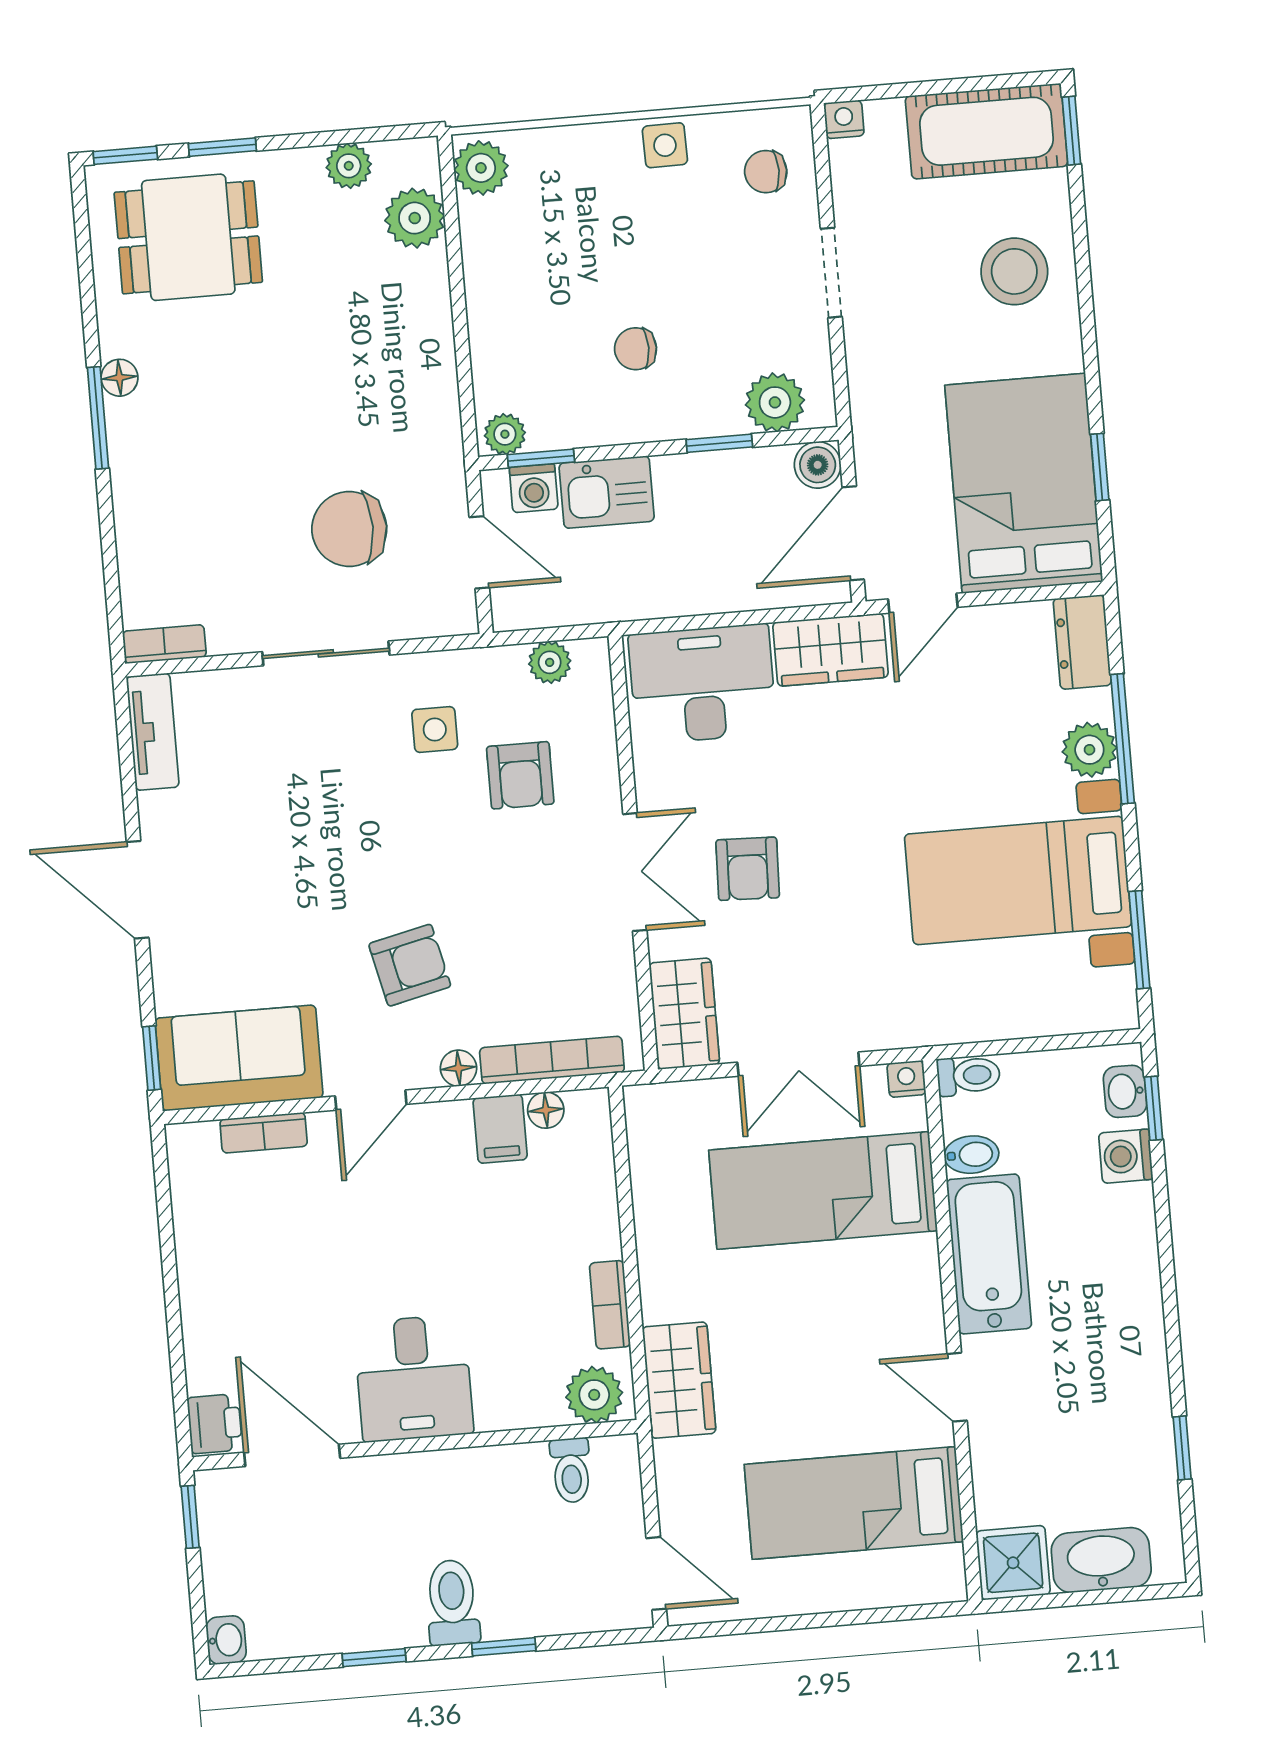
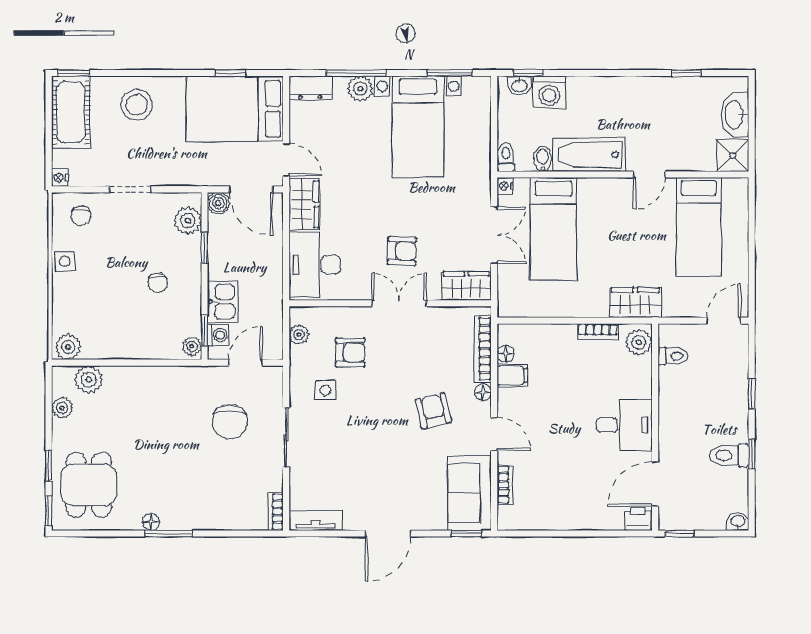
washing machine: (1126, 1156) -> (549, 92), width x1.38, depth x1.38
toilet: (452, 1602) -> (729, 456), moved

